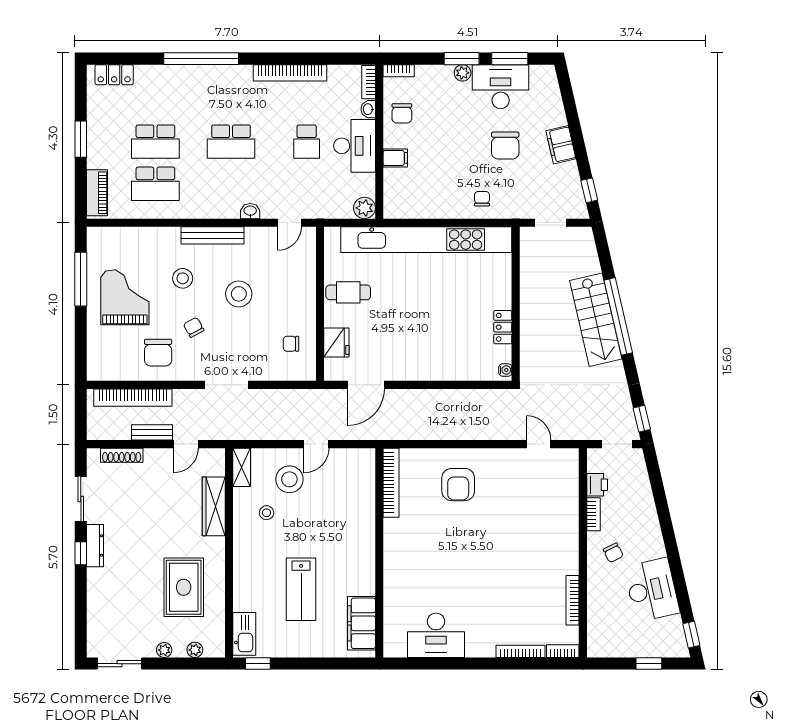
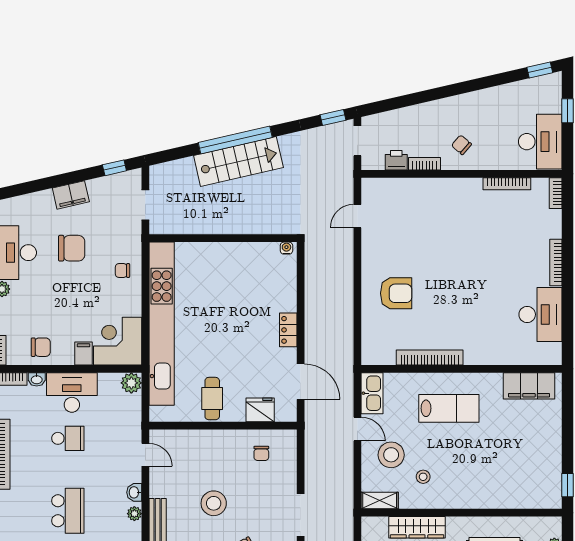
corner desk: (408, 194) -> (118, 341), added
plant: (228, 211) -> (134, 514), added
locker: (503, 327) -> (288, 330), moved, turned 90
bookcase: (391, 483) -> (430, 357), moved
chair: (613, 553) -> (461, 145), turned -112
lab bench: (301, 589) -> (449, 408), moved
desk: (652, 590) -> (540, 142), moved, turned 103
kitchen sink: (244, 634) -> (372, 393), moved, turned 90
bookcase: (521, 651) -> (556, 262), moved

